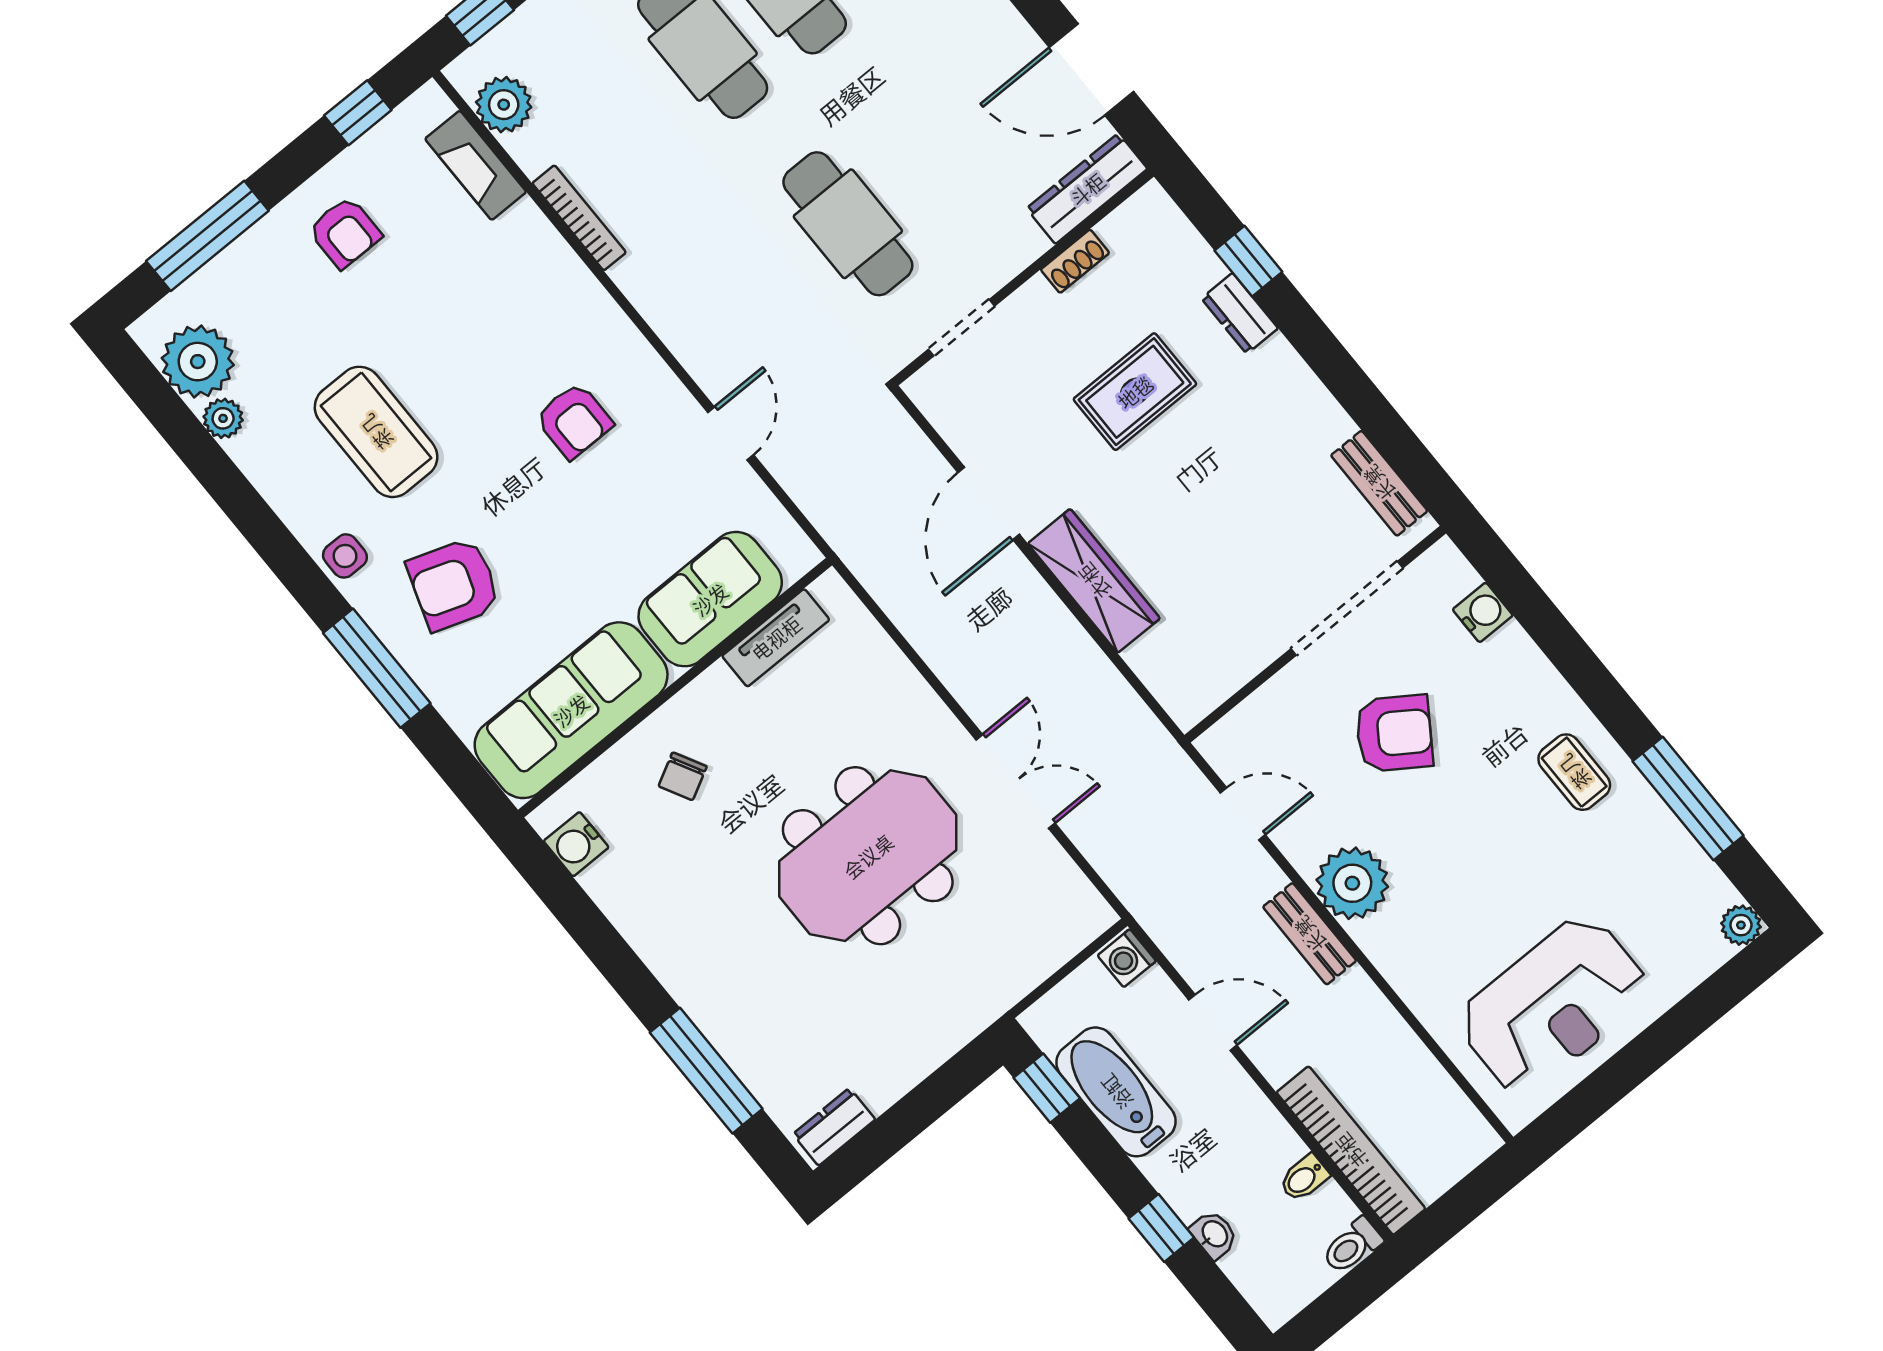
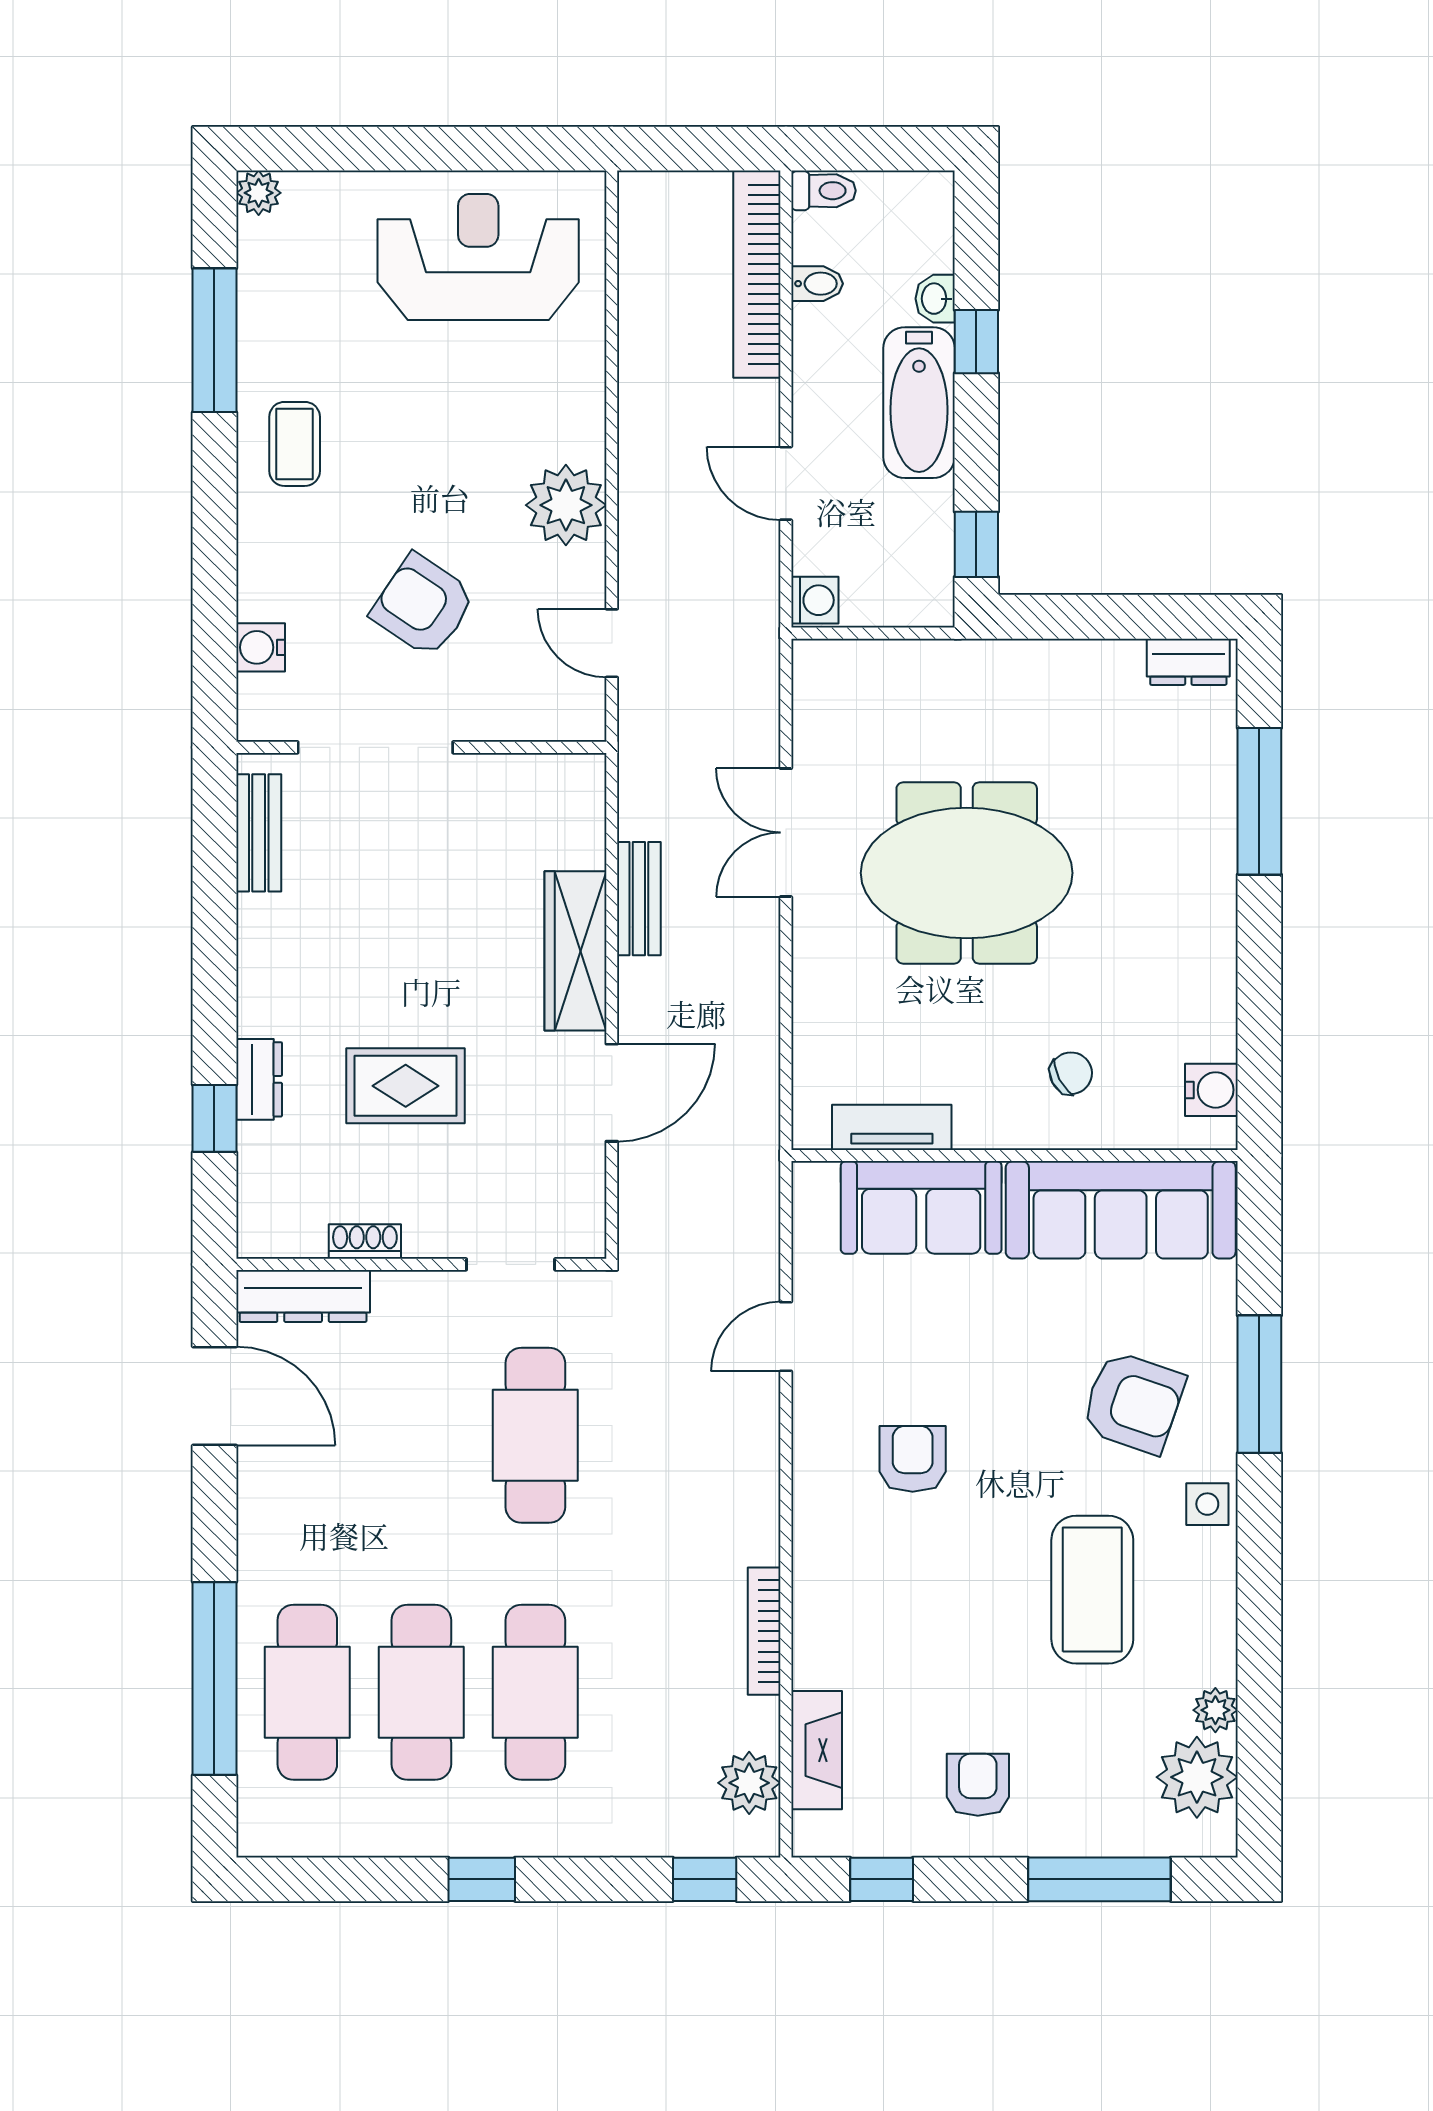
bench: (1310, 934) -> (639, 899), moved
bathtub: (1116, 1092) -> (919, 403), moved

